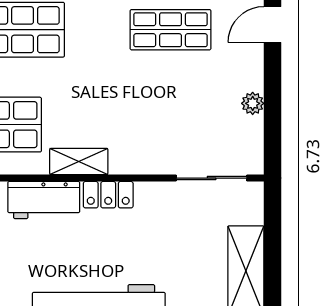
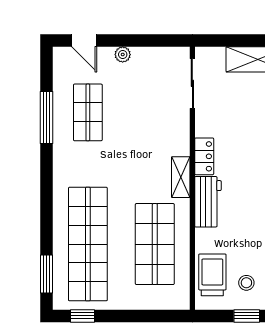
plant: (253, 103) -> (123, 55), moved

